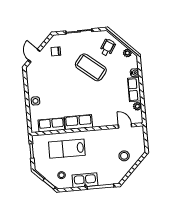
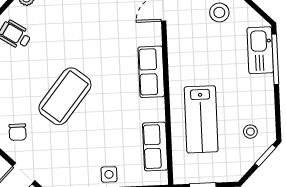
coffee table: (91, 67) -> (65, 96), moved
row of seats: (79, 122) -> (151, 72), moved
kitchen sink: (85, 180) -> (260, 50), moved

